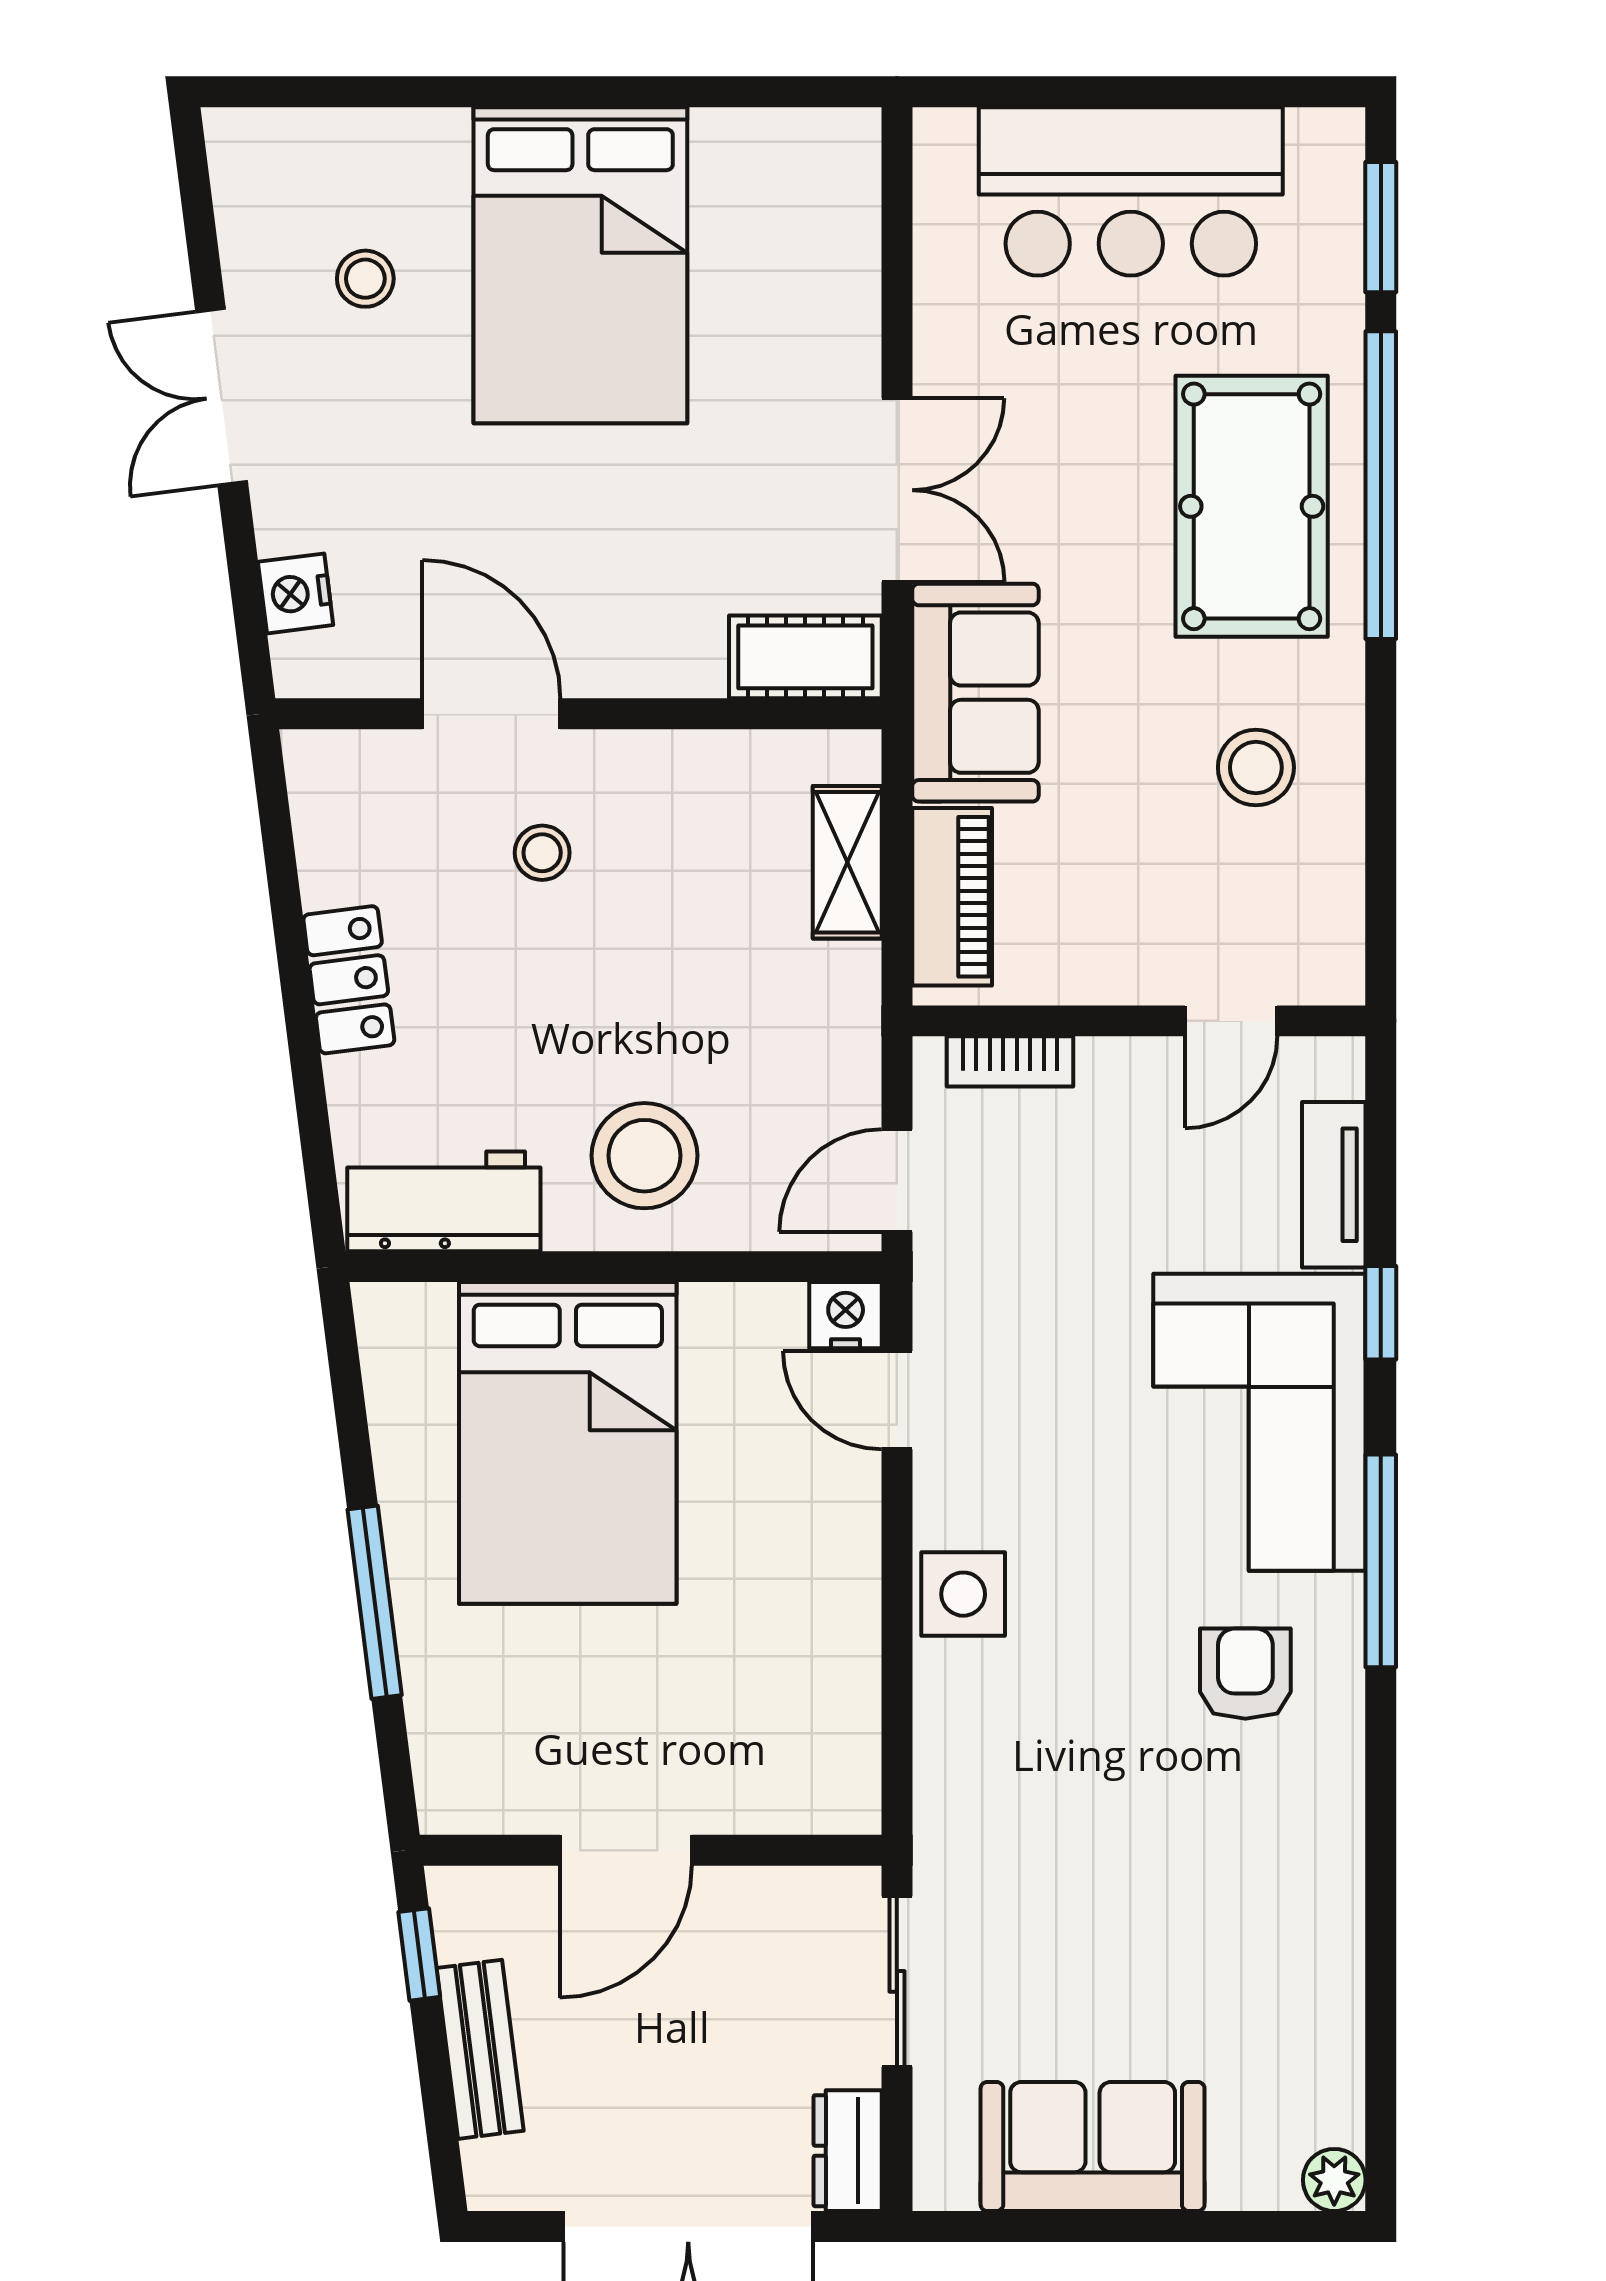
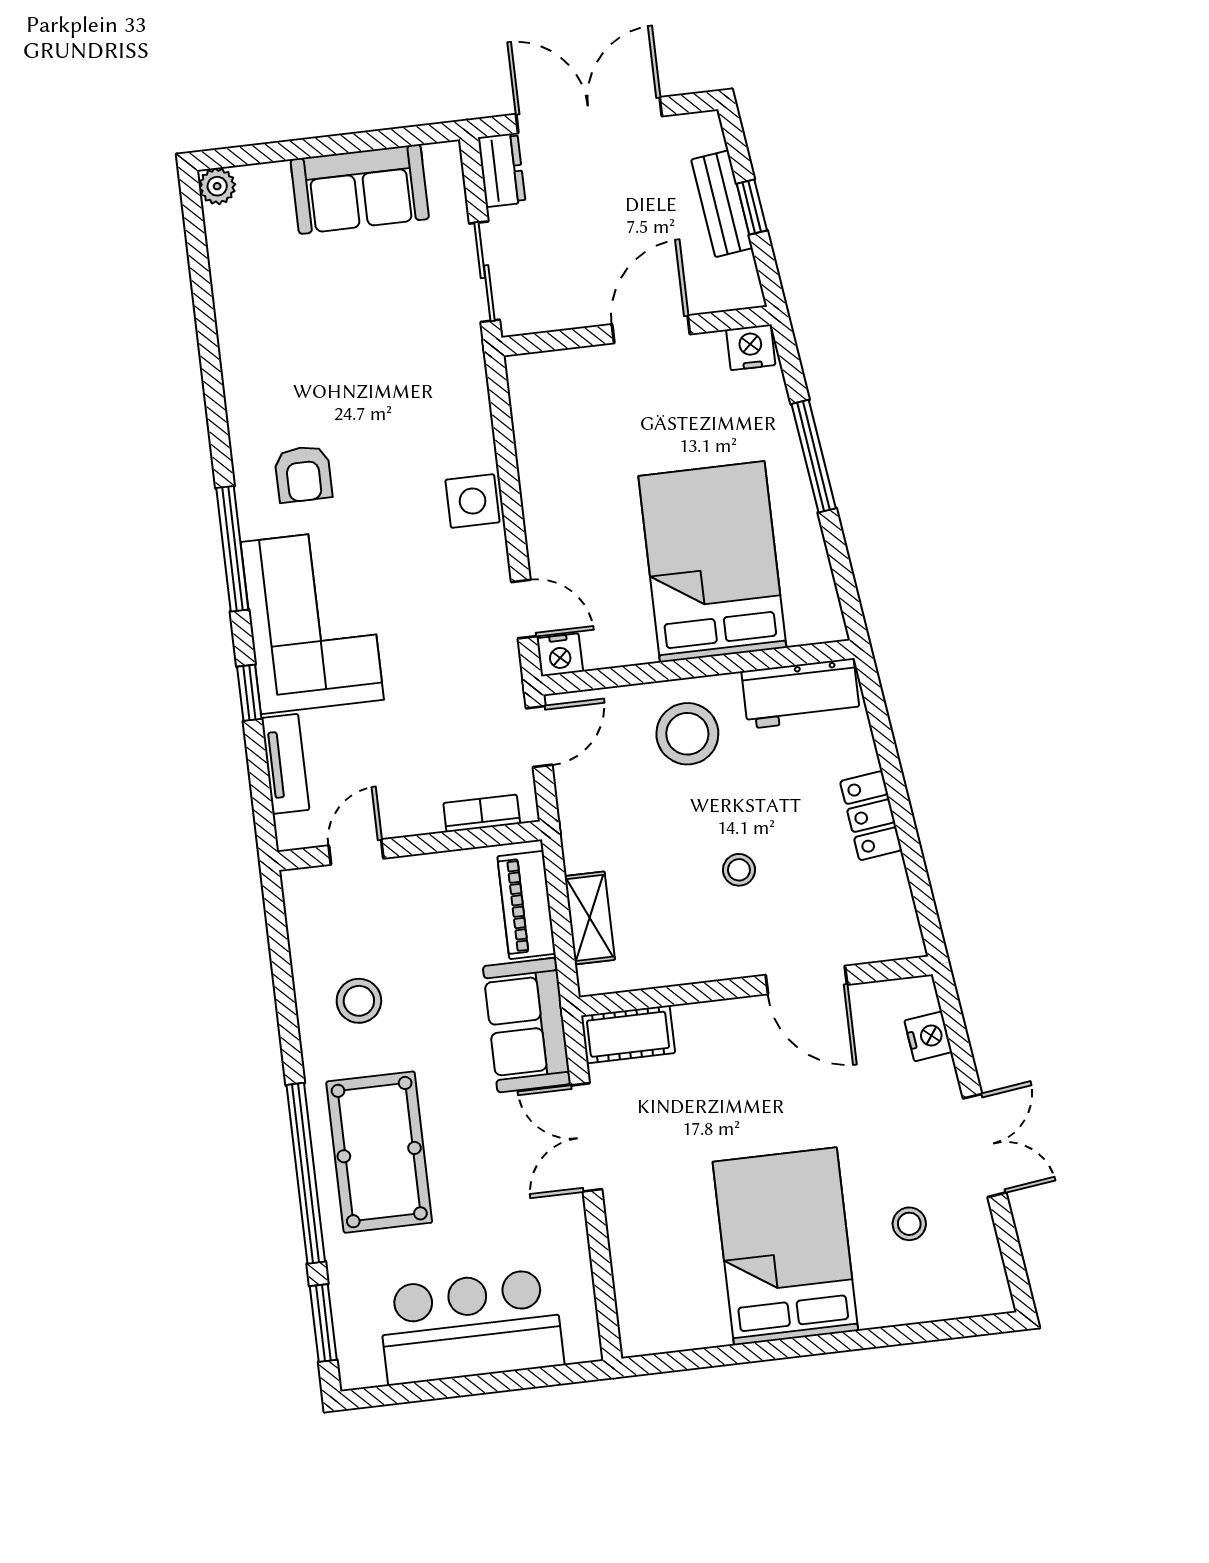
stool: (542, 853) -> (739, 870), moved
nightstand: (460, 1800) -> (751, 347), added
window: (419, 1954) -> (752, 207), moved

